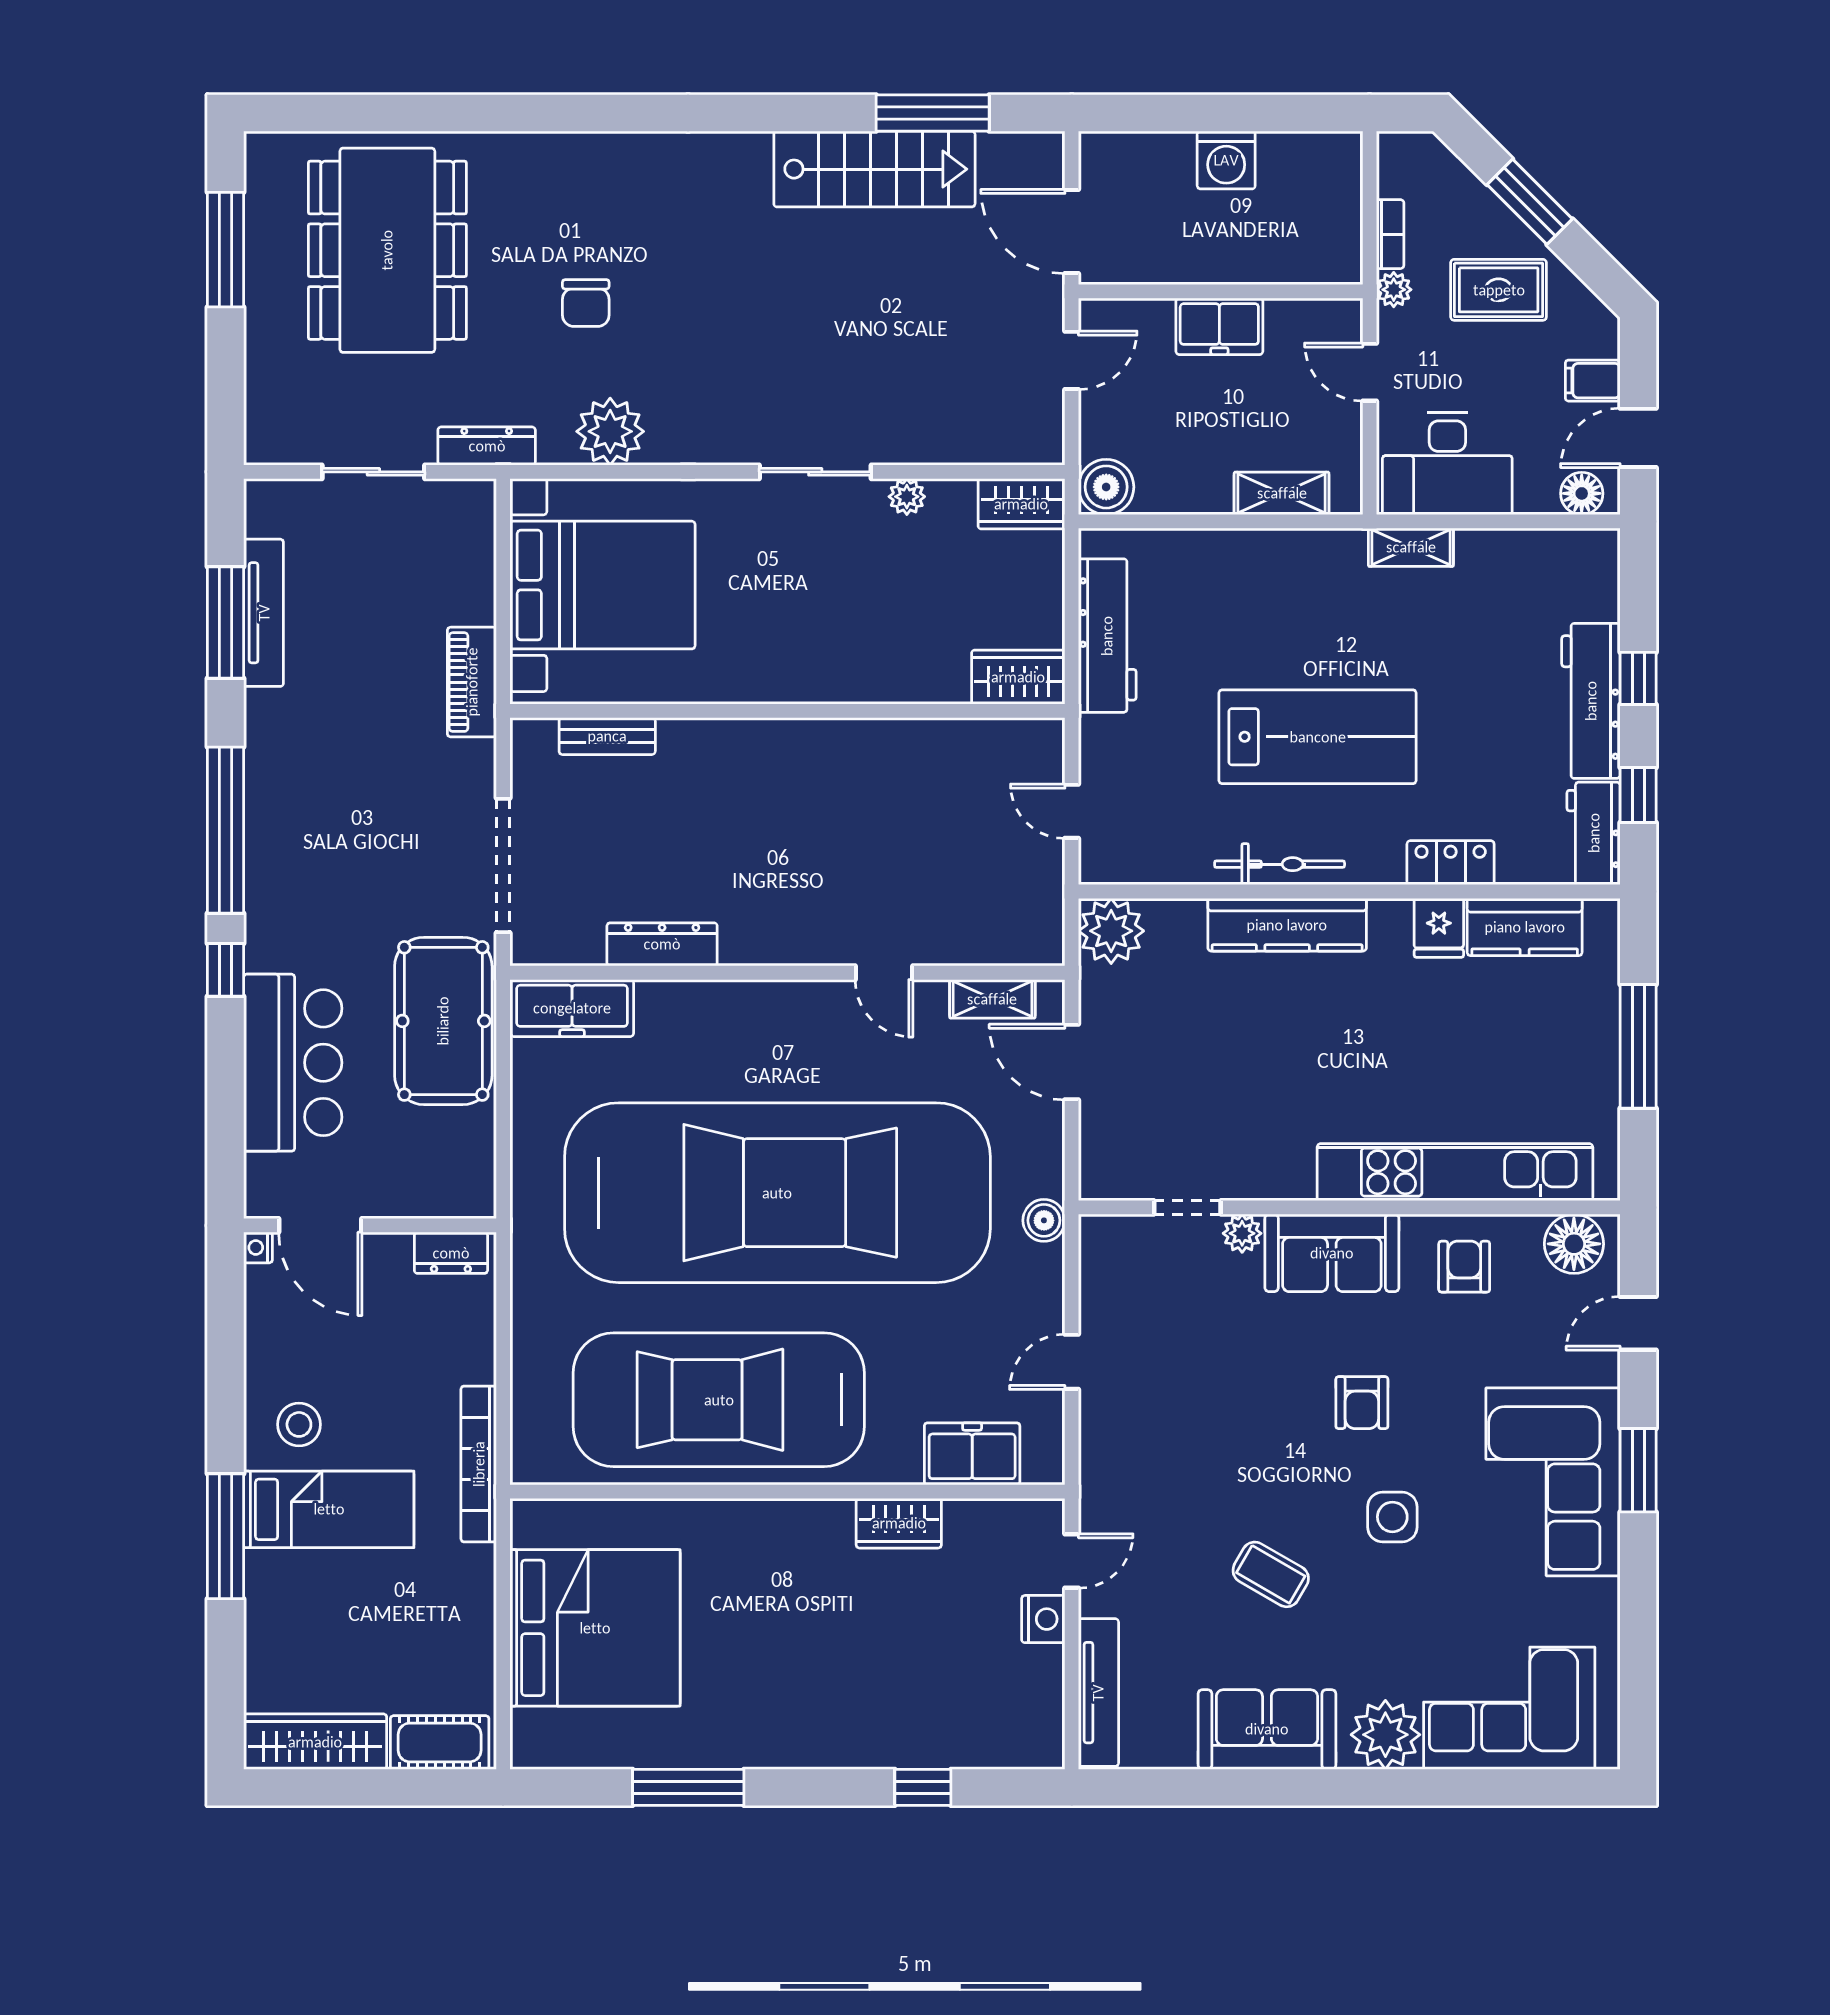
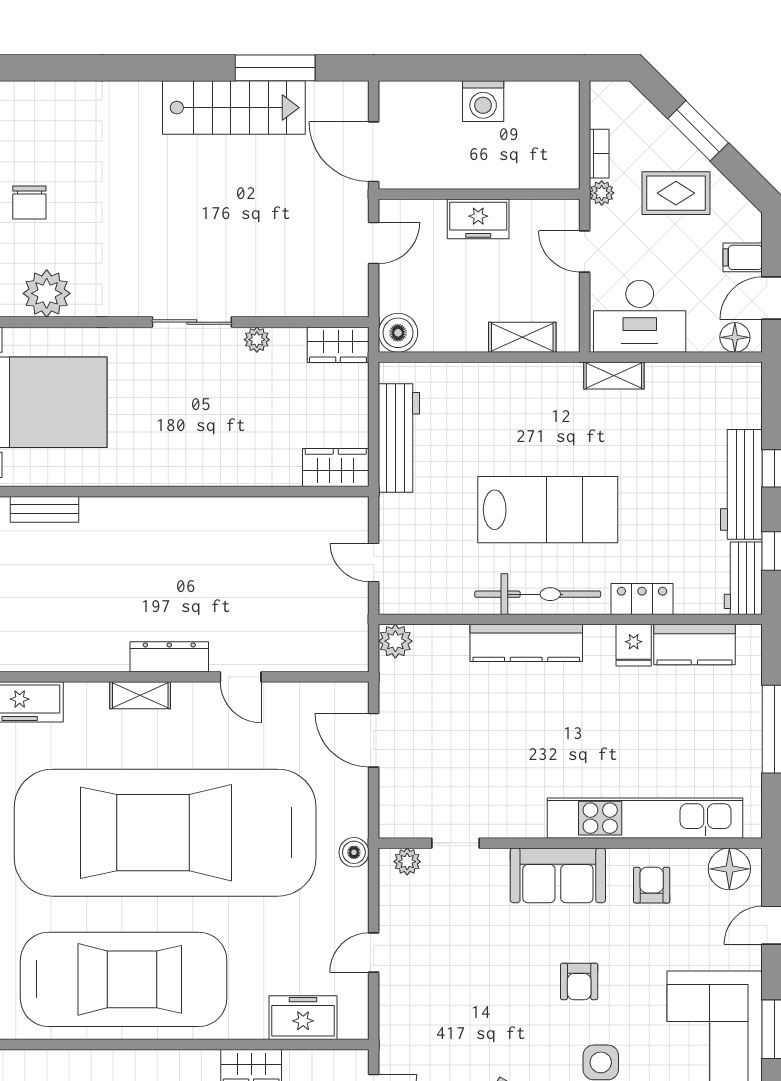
bicycle: (1280, 864) -> (538, 594), width x1.37, depth x1.40
plant: (1111, 931) -> (395, 641), width x0.73, depth x0.73
dresser: (662, 944) -> (169, 657), moved
shelving: (992, 999) -> (140, 695), moved
car: (777, 1193) -> (165, 833), turned 180
plant: (1242, 1233) -> (407, 862), moved
car: (719, 1400) -> (124, 979), turned 180

